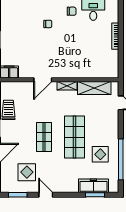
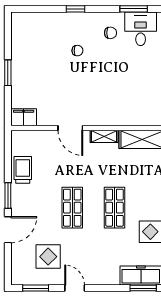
door: (43, 80) -> (70, 128), hinge flipped
shop shelf: (74, 137) -> (115, 208), width x0.70, depth x0.74

